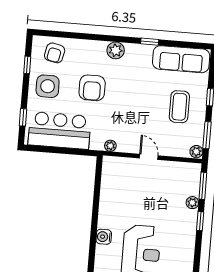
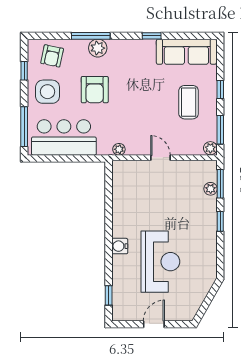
window: (93, 37) -> (91, 36), added
plant: (116, 50) -> (98, 48), moved
window: (23, 117) -> (24, 127), width x2.17
plant: (192, 203) -> (211, 189), moved

